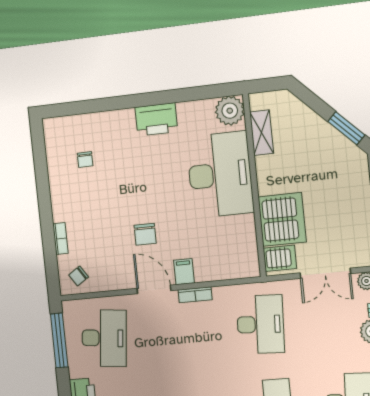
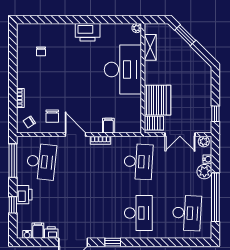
plant: (230, 111) -> (137, 28), width x0.53, depth x0.53
window: (346, 128) -> (185, 35), moved
chair: (145, 234) -> (52, 116), moved
filing cabinet: (184, 272) -> (108, 126), moved

